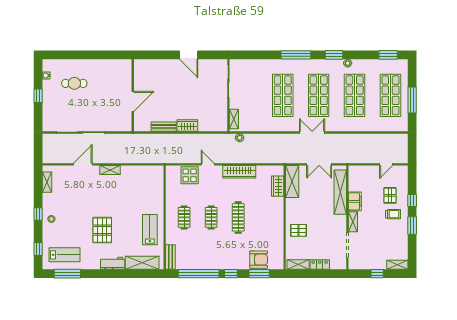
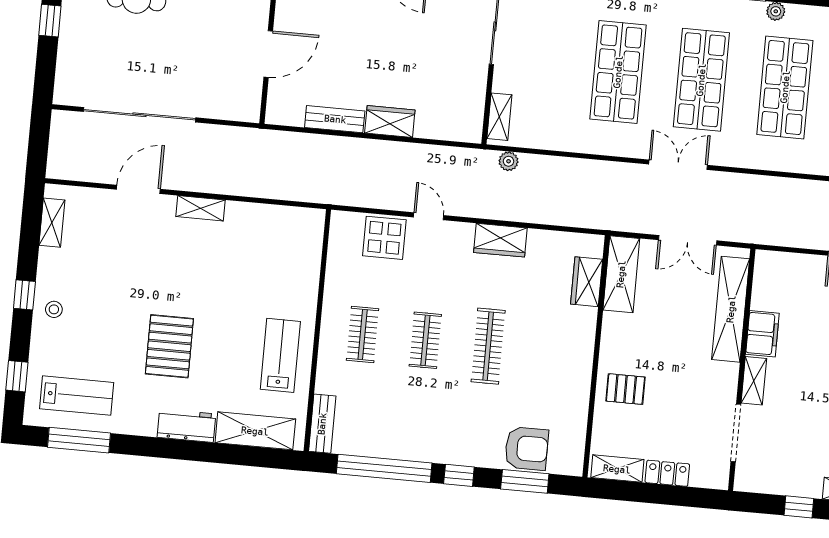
wardrobe: (239, 172) -> (500, 240), width x0.67

